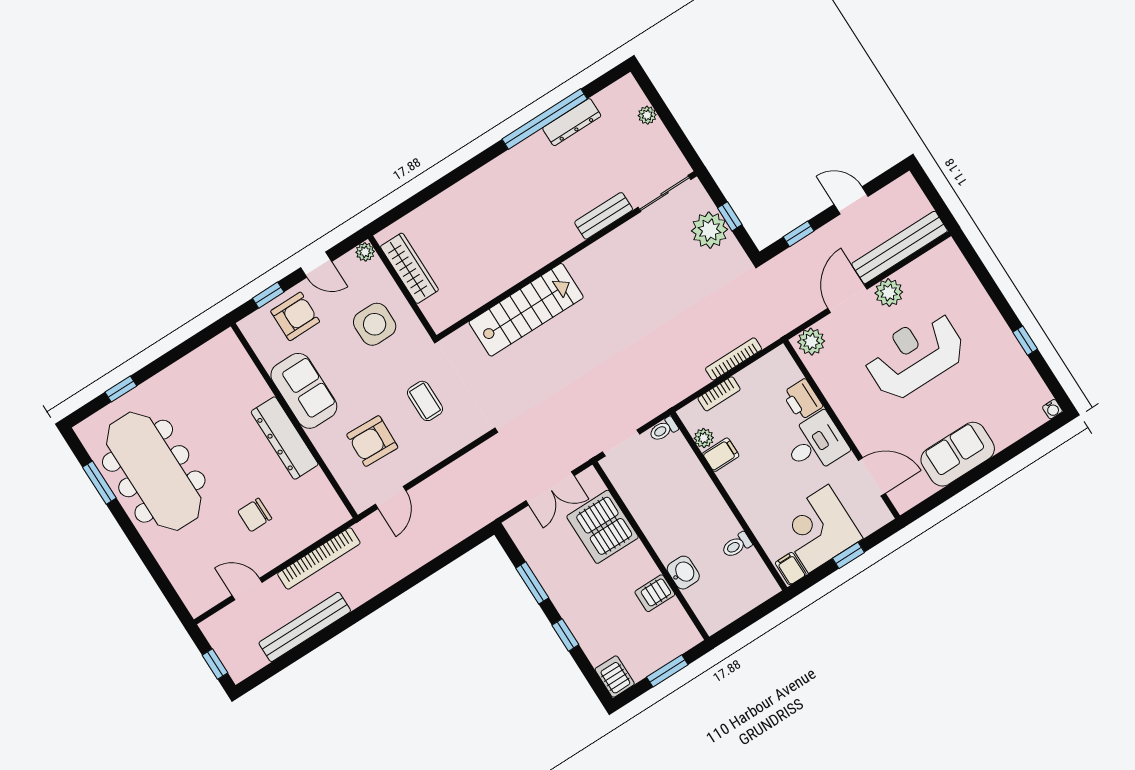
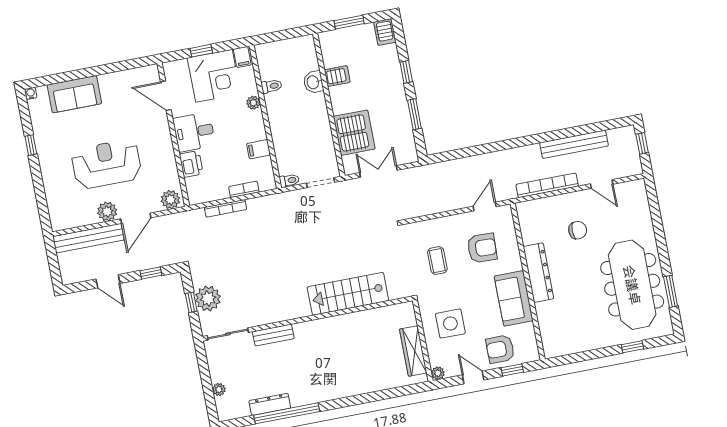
reception desk: (915, 355) -> (106, 164), turned 180
plant: (704, 438) -> (253, 103), moved
sofa: (958, 454) -> (74, 94), moved

